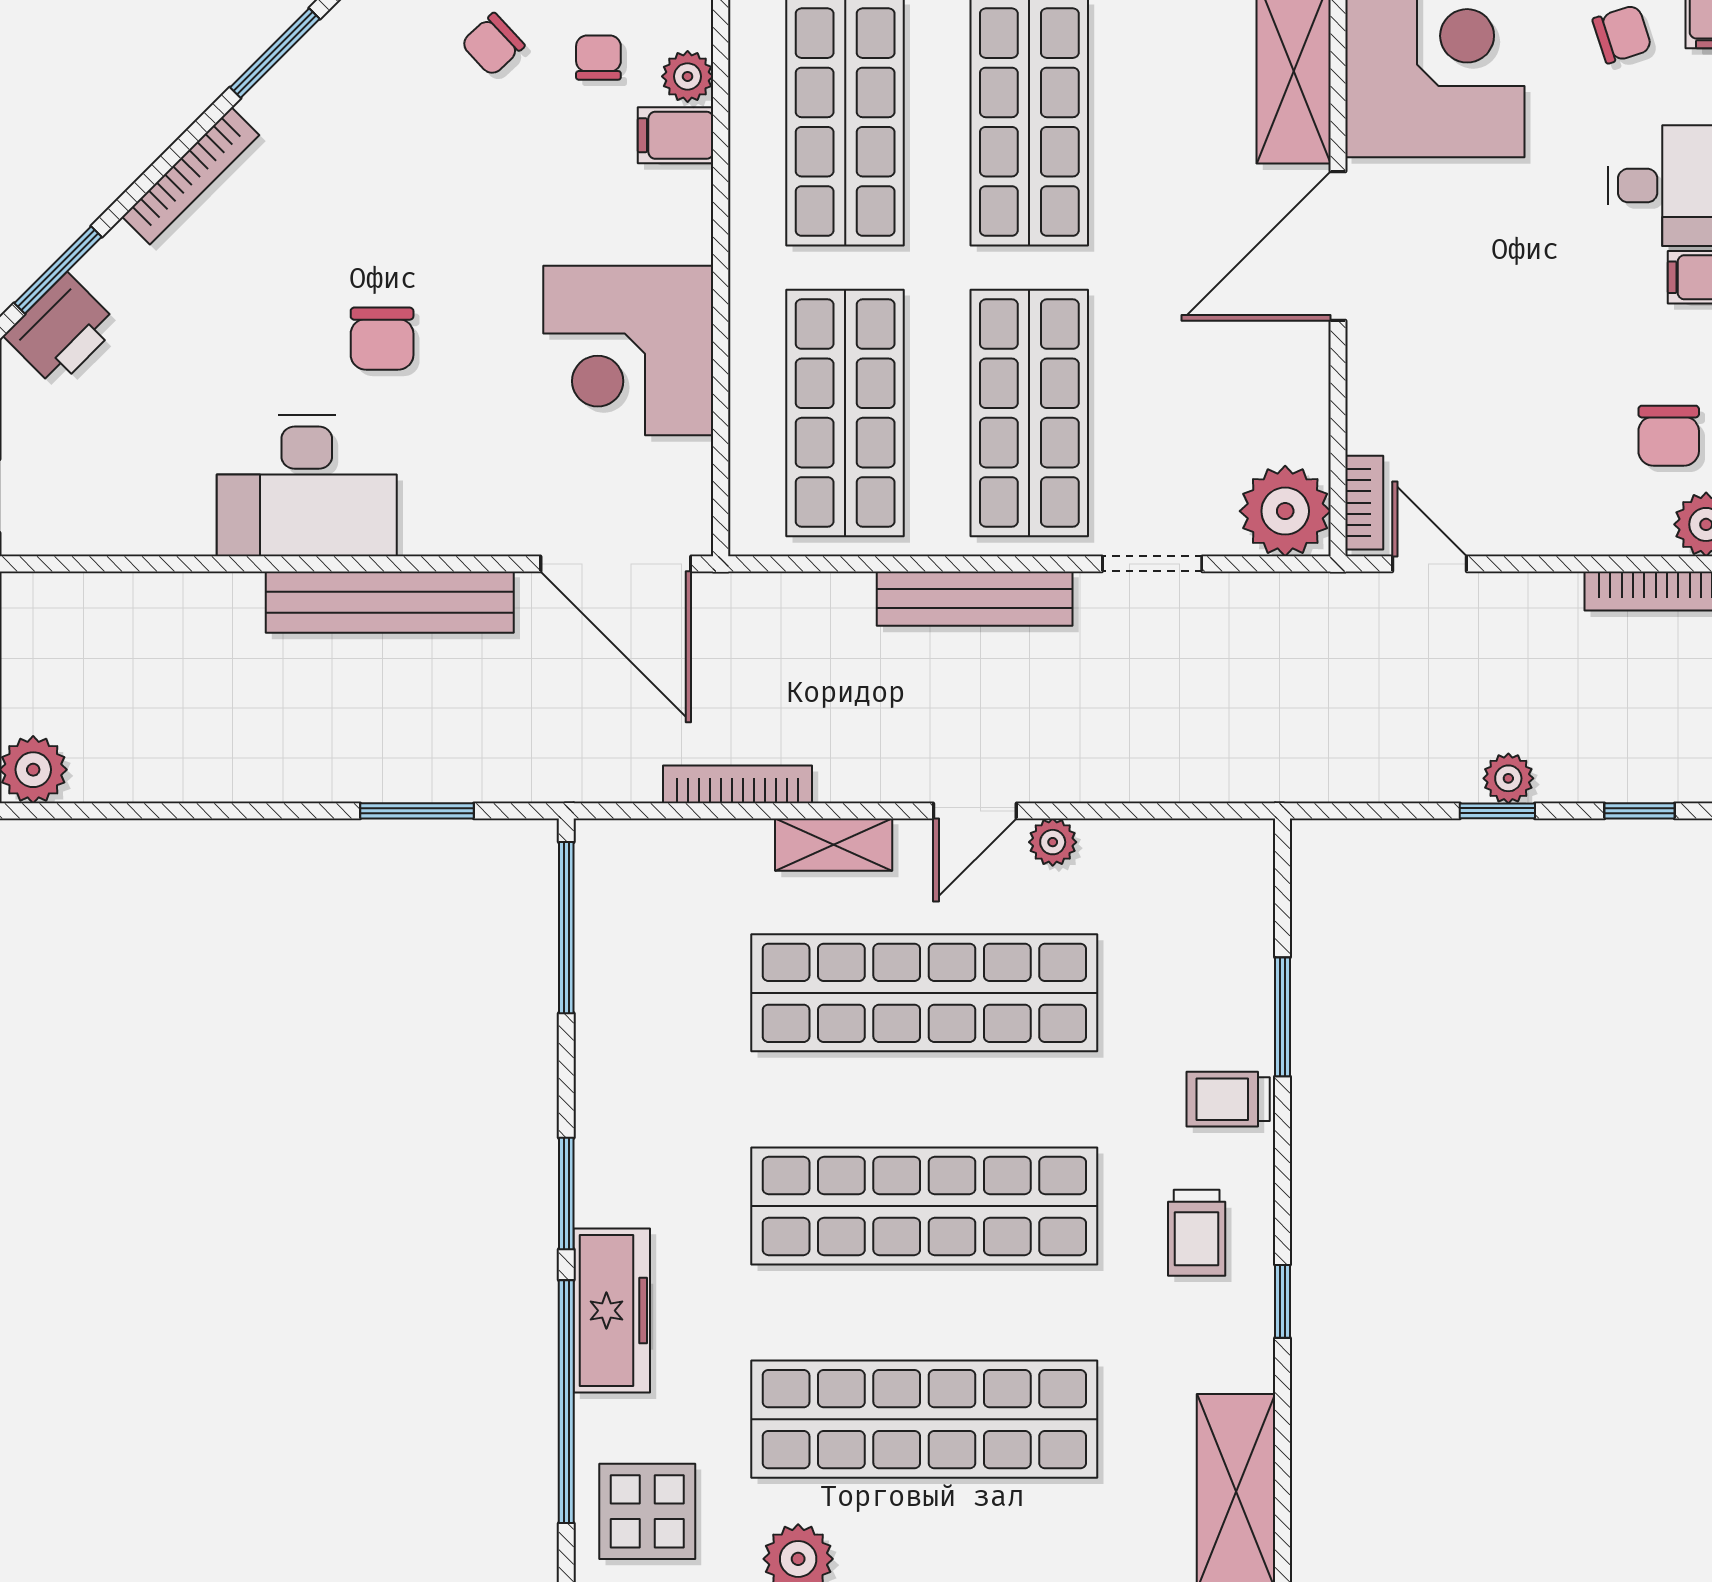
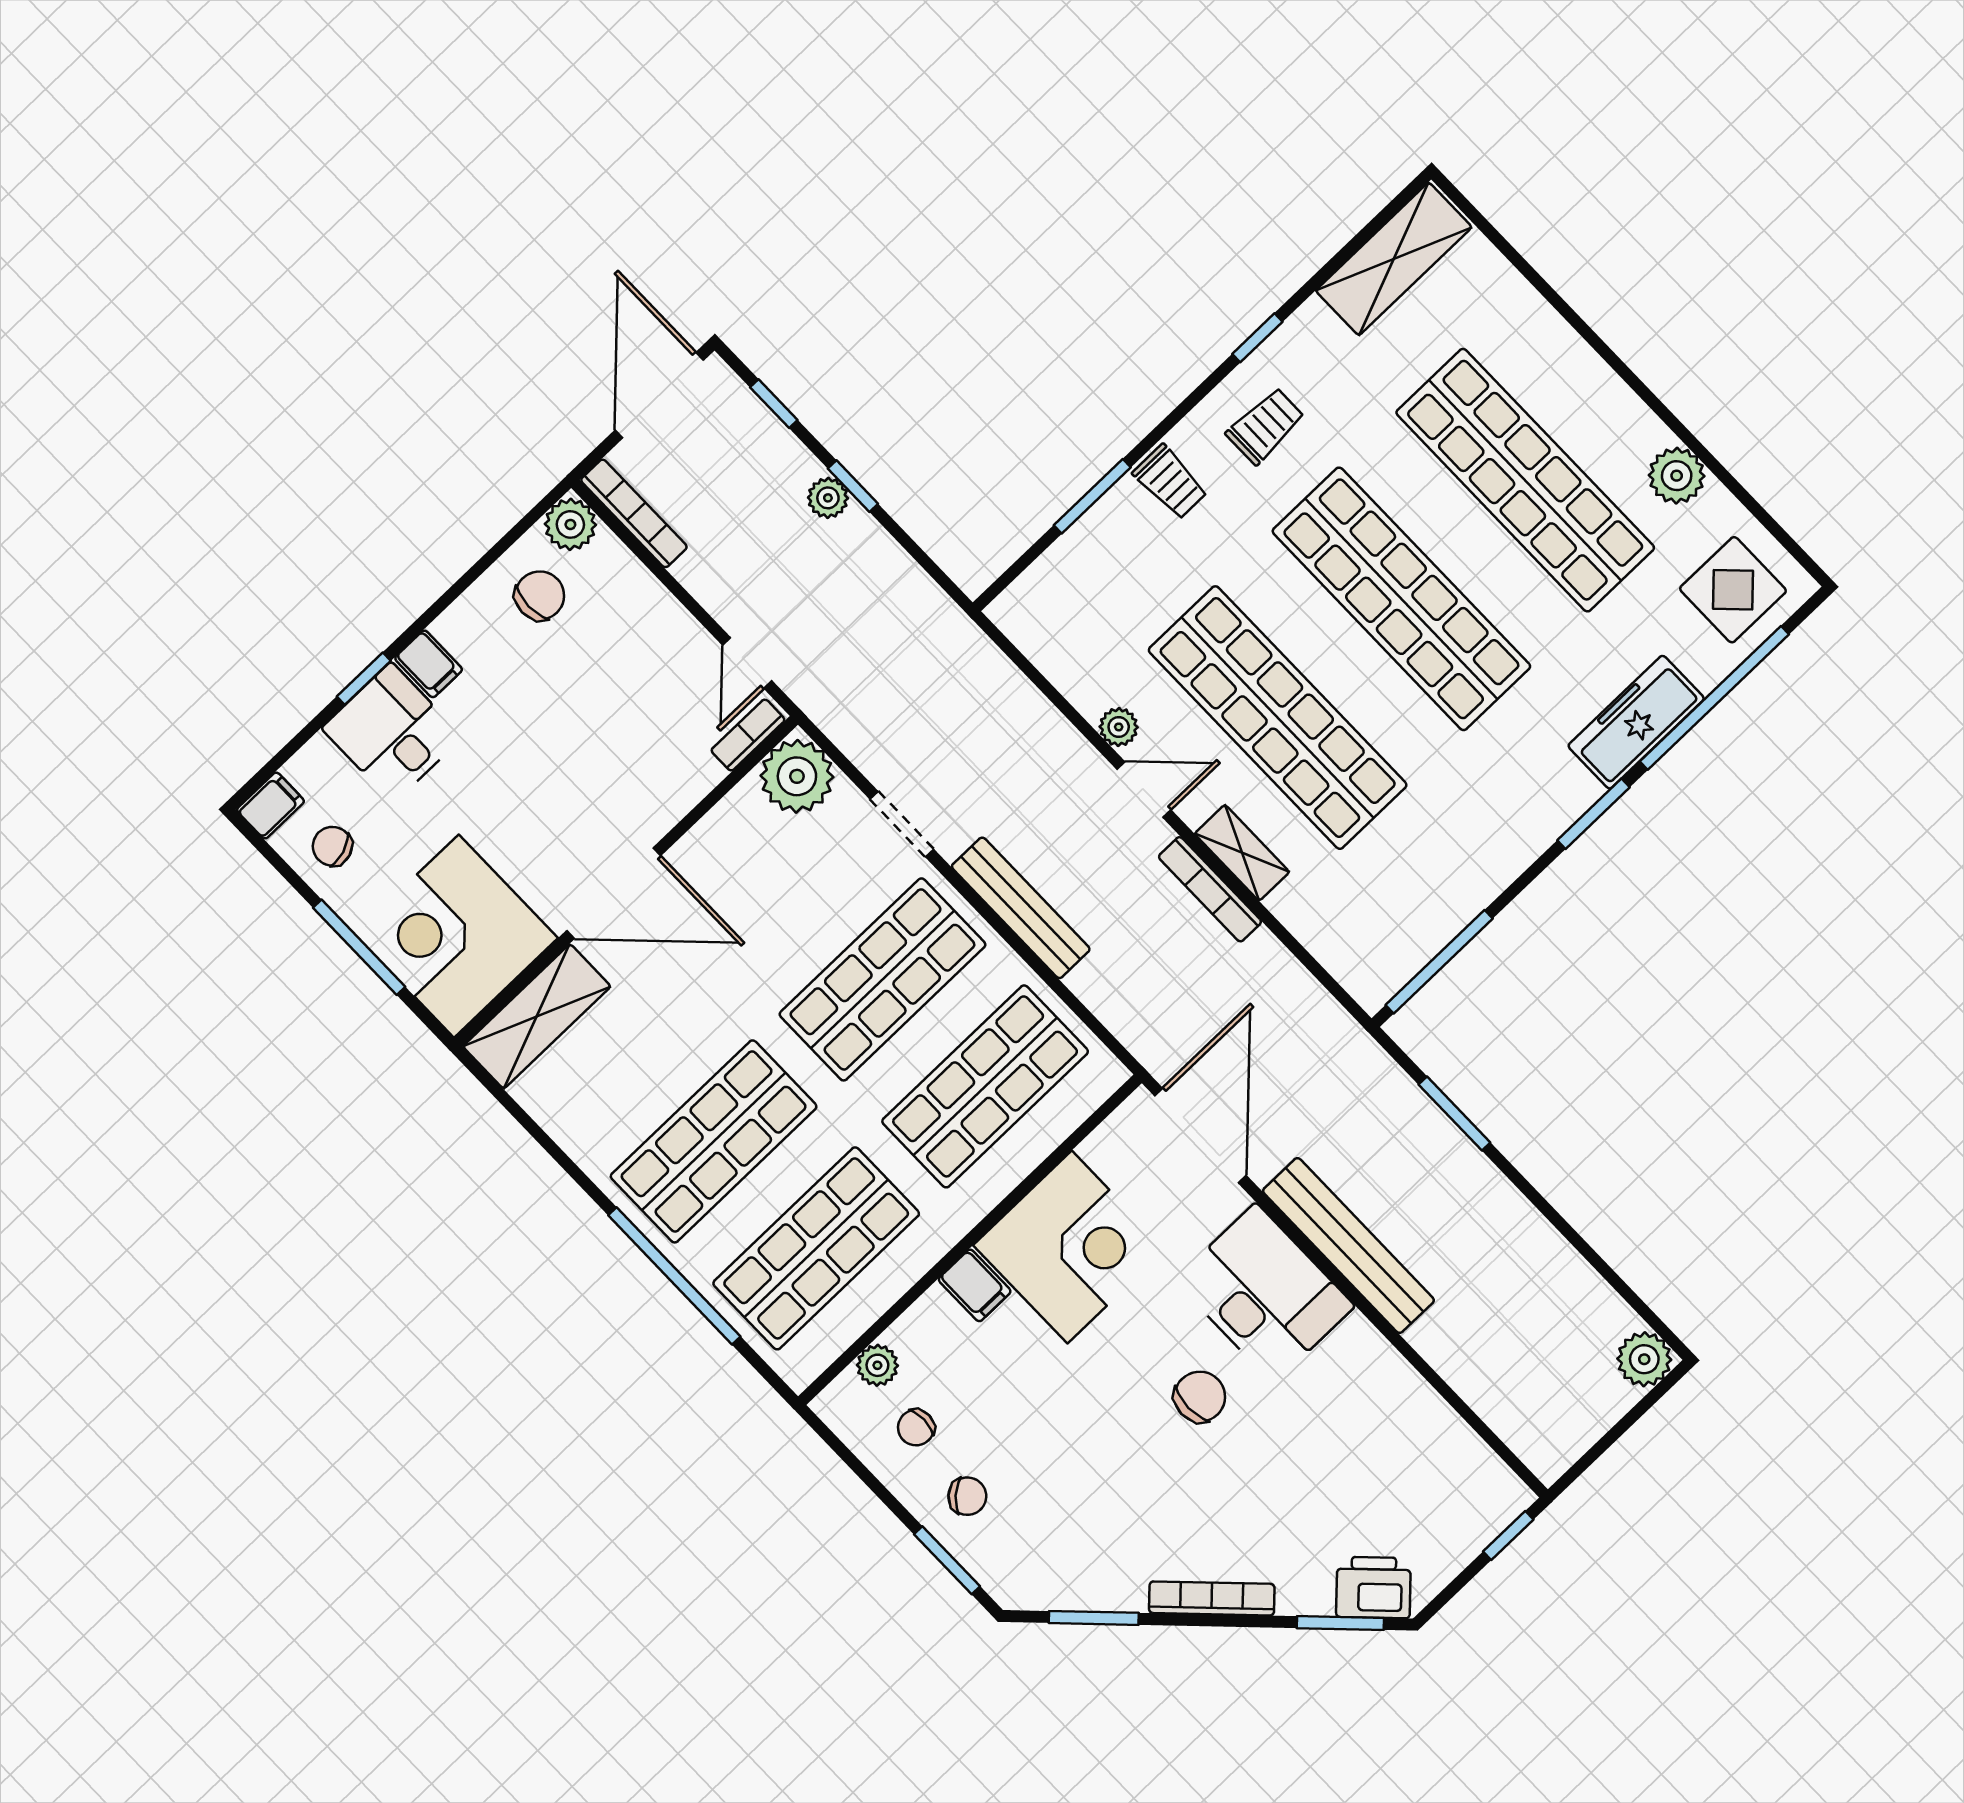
filing cabinet: (676, 135) -> (975, 1285), moved
desk: (307, 486) -> (1265, 1293), moved
bookcase: (738, 784) -> (1210, 889), moved

